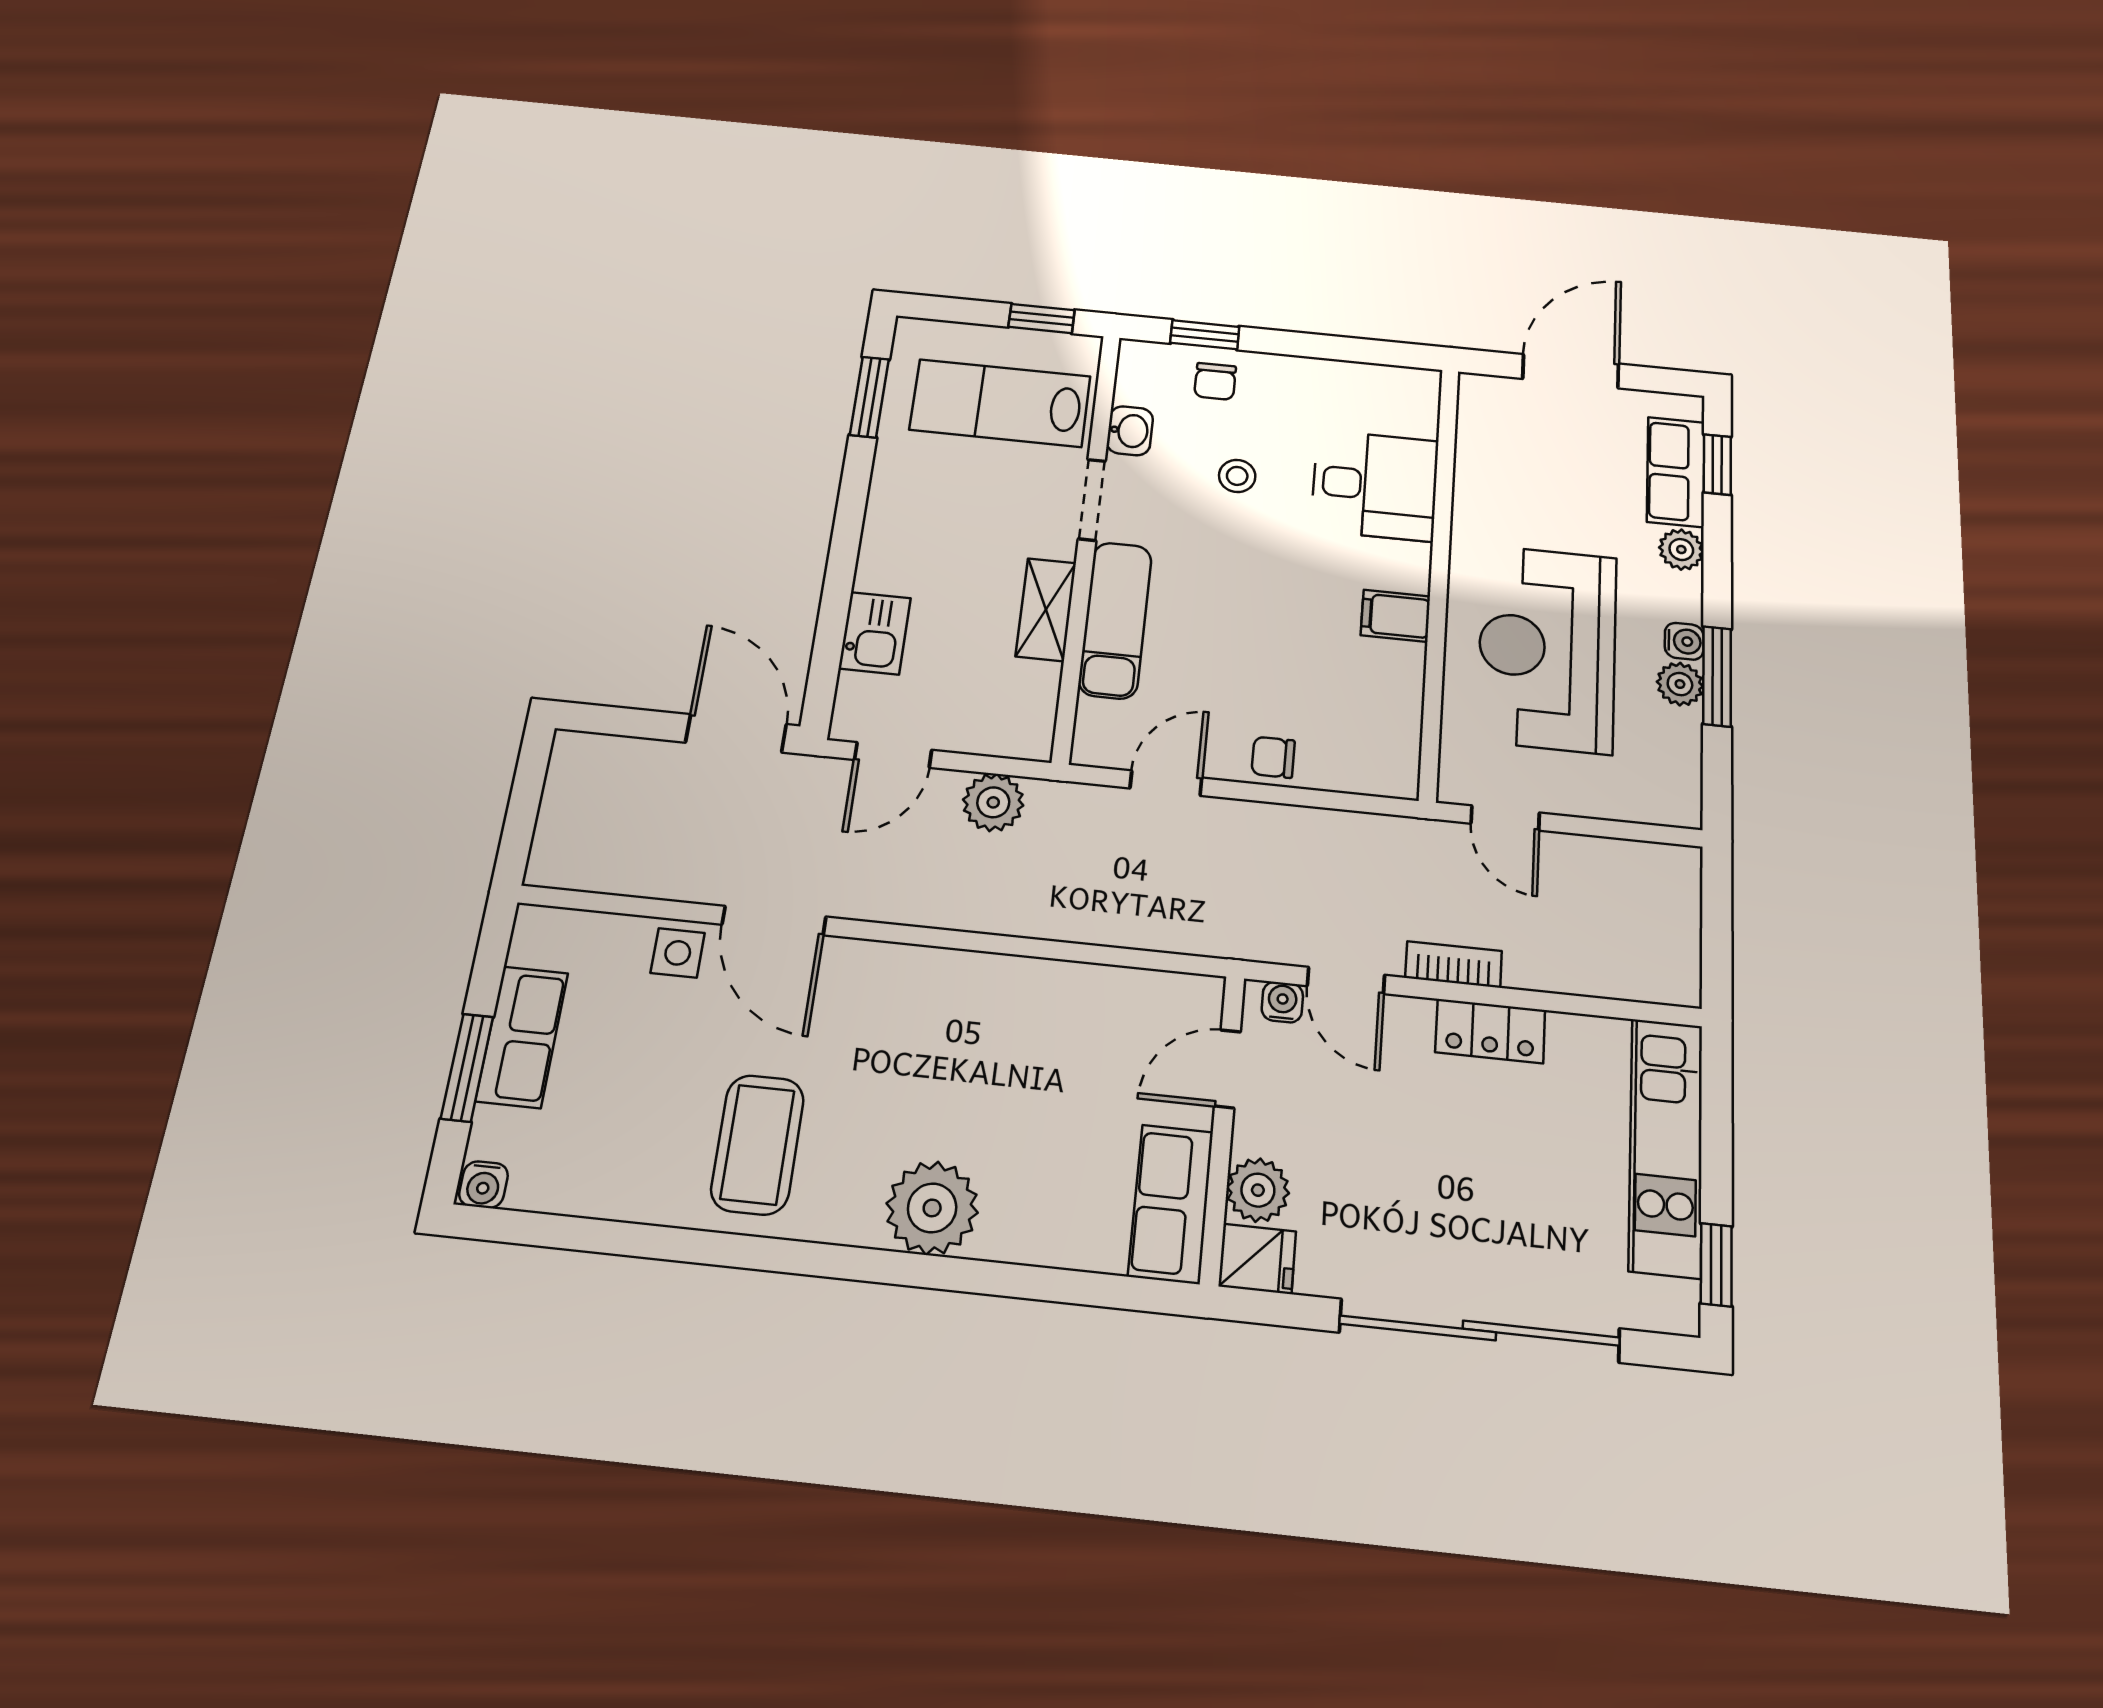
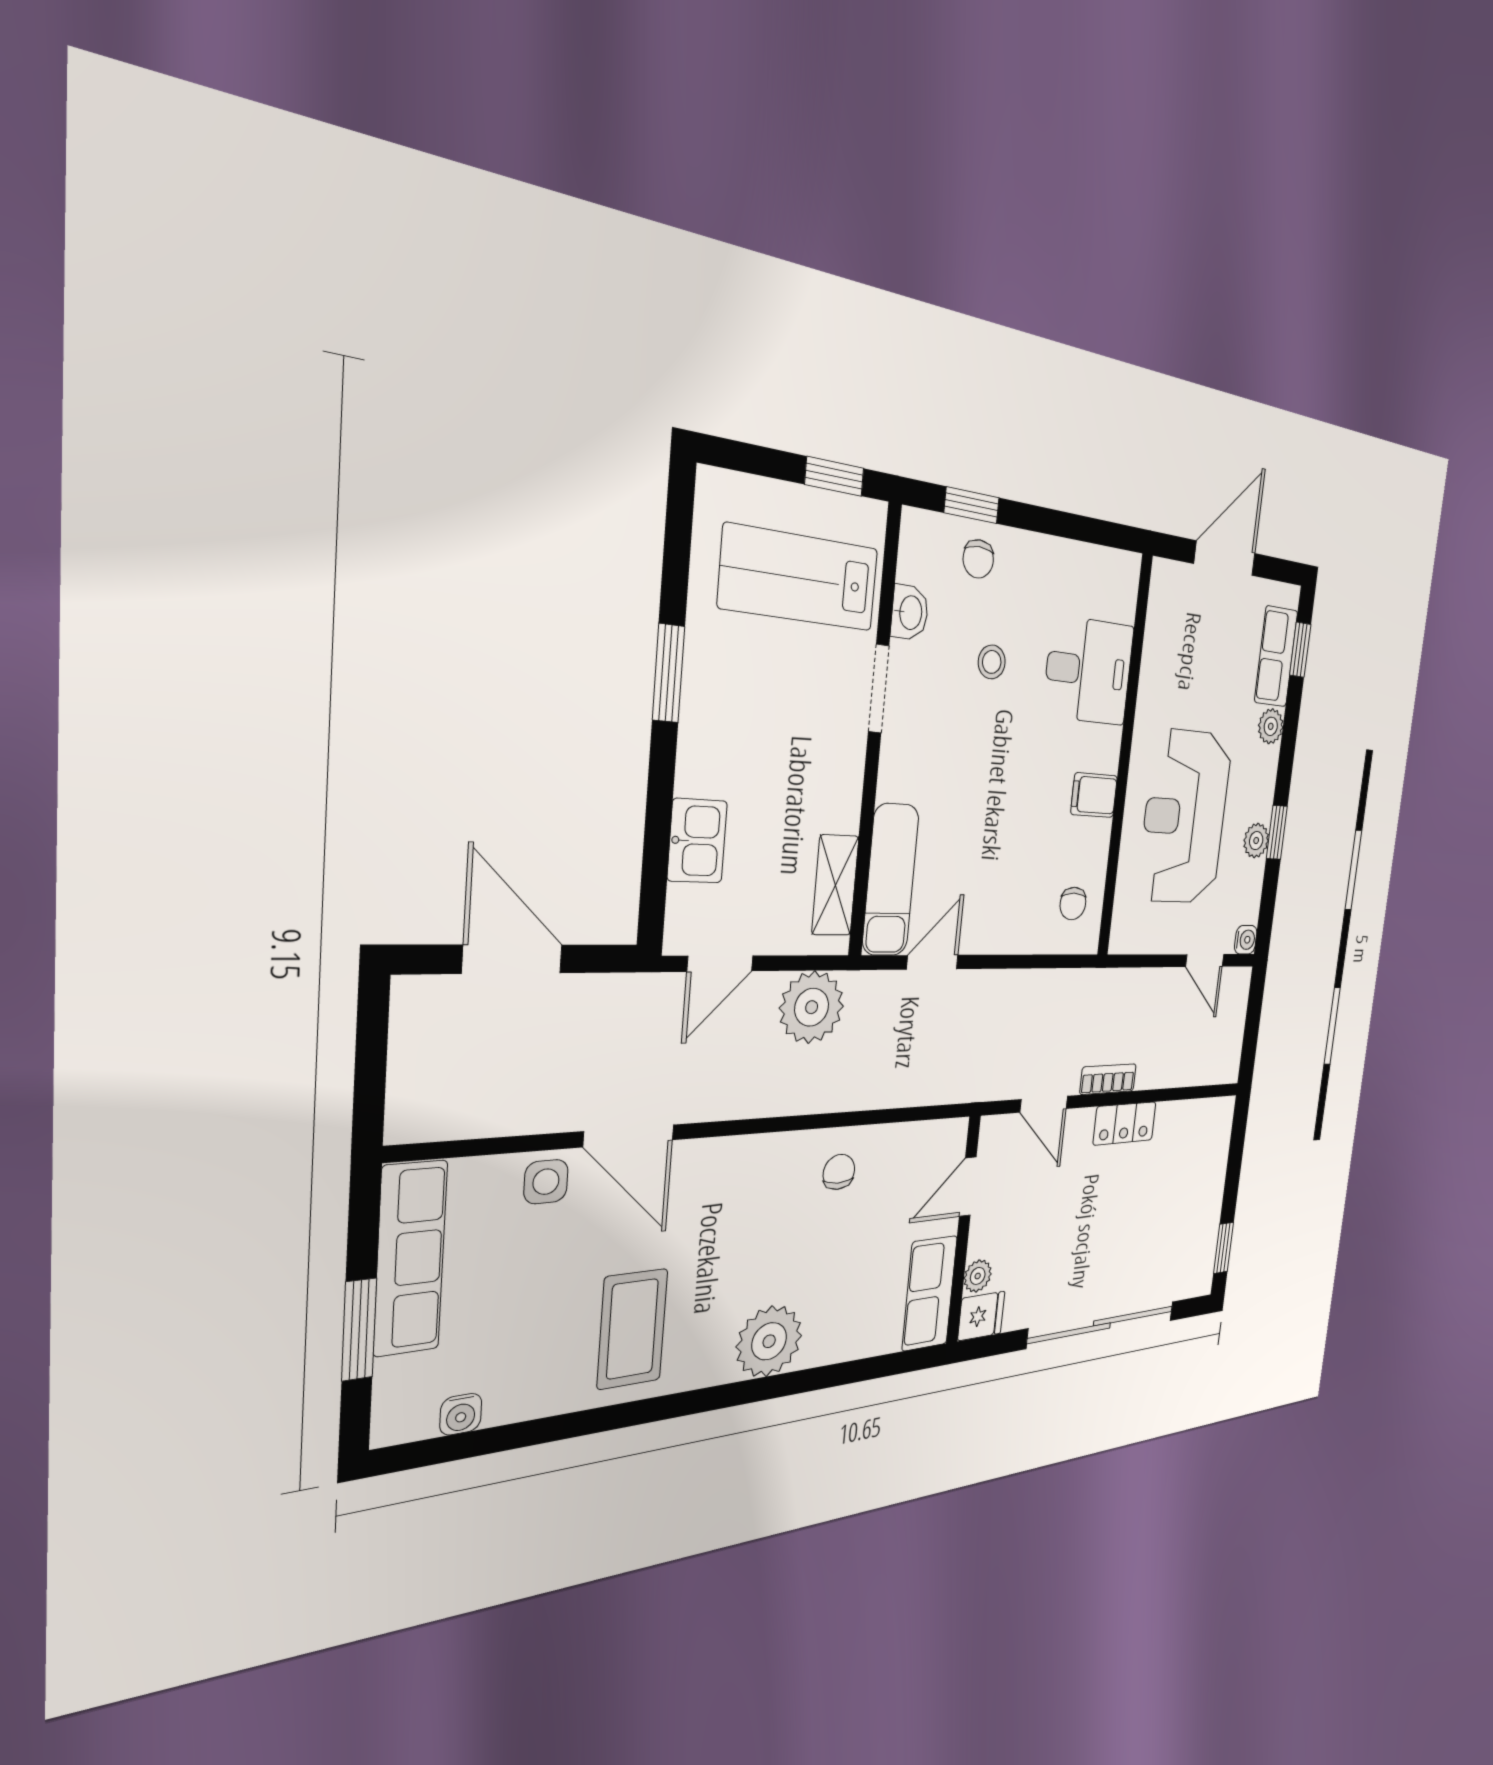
window: (869, 397) -> (668, 673), moved
shelving: (1046, 609) -> (835, 885), moved
exam couch: (1115, 620) -> (891, 880), moved
water cooler: (1684, 641) -> (1246, 940), moved
window: (1717, 676) -> (1277, 832), width x0.67
door: (736, 733) -> (513, 959), moved
chair: (1273, 757) -> (1073, 904), moved, turned -90
plant: (993, 802) -> (812, 1007), width x1.36, depth x1.36
door: (1505, 818) -> (1205, 960), moved
water cooler: (1282, 1002) -> (1004, 1129), removed
chair: (1035, 1012) -> (839, 1172), added
row of seats: (522, 1037) -> (410, 1258), width x1.48
kitchen unit: (1666, 1146) -> (1208, 1180), removed
water cooler: (483, 1185) -> (461, 1414), moved
plant: (1258, 1190) -> (978, 1276), width x0.73, depth x0.73

